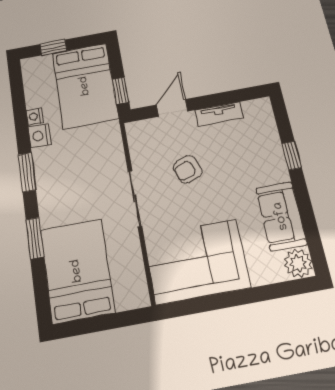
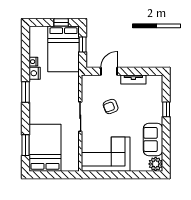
window: (53, 47) -> (61, 22), moved
window: (121, 91) -> (83, 44), moved
window: (35, 238) -> (25, 145), moved

